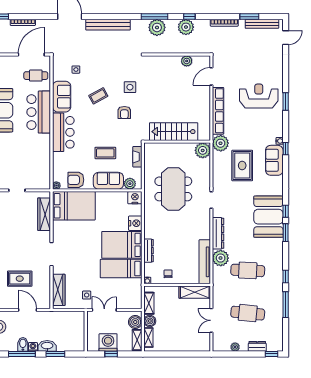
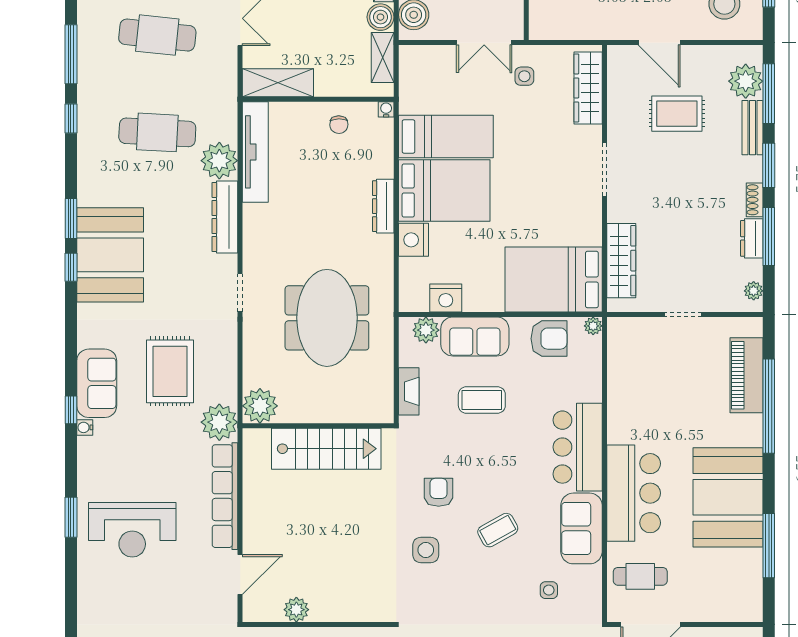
nightstand: (135, 198) -> (446, 298), moved
dresser: (149, 251) -> (383, 206), moved

